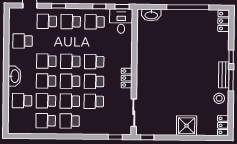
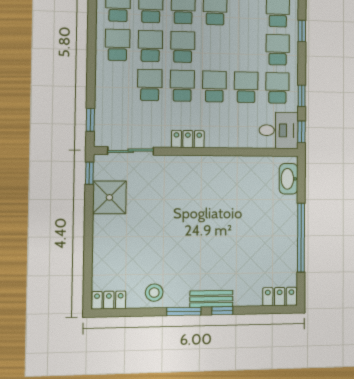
school desk: (70, 61) -> (246, 87), moved
bench: (224, 75) -> (211, 299), moved
shower: (187, 126) -> (109, 197), moved

